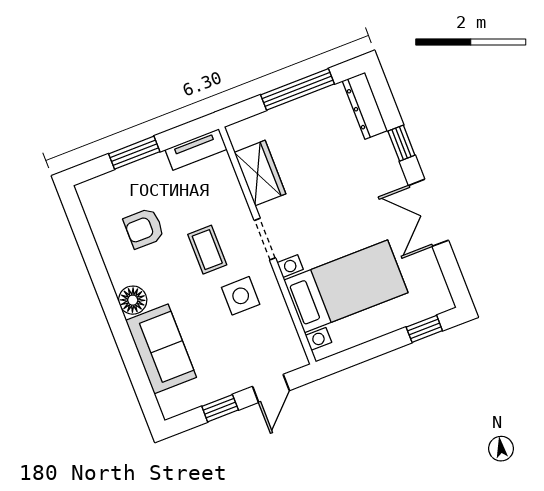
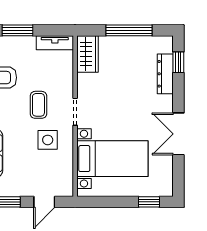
dresser: (365, 106) -> (165, 74), moved
window: (401, 143) -> (178, 62), moved
wardrobe: (260, 173) -> (87, 54), moved

